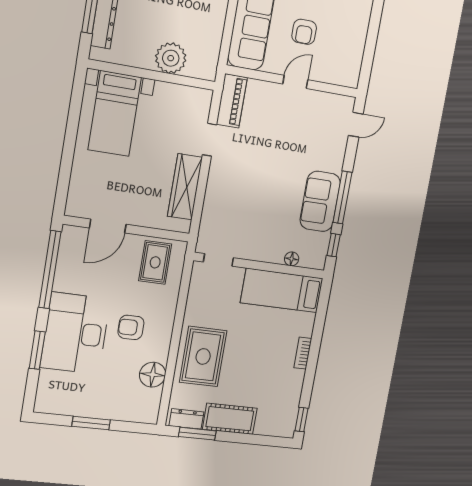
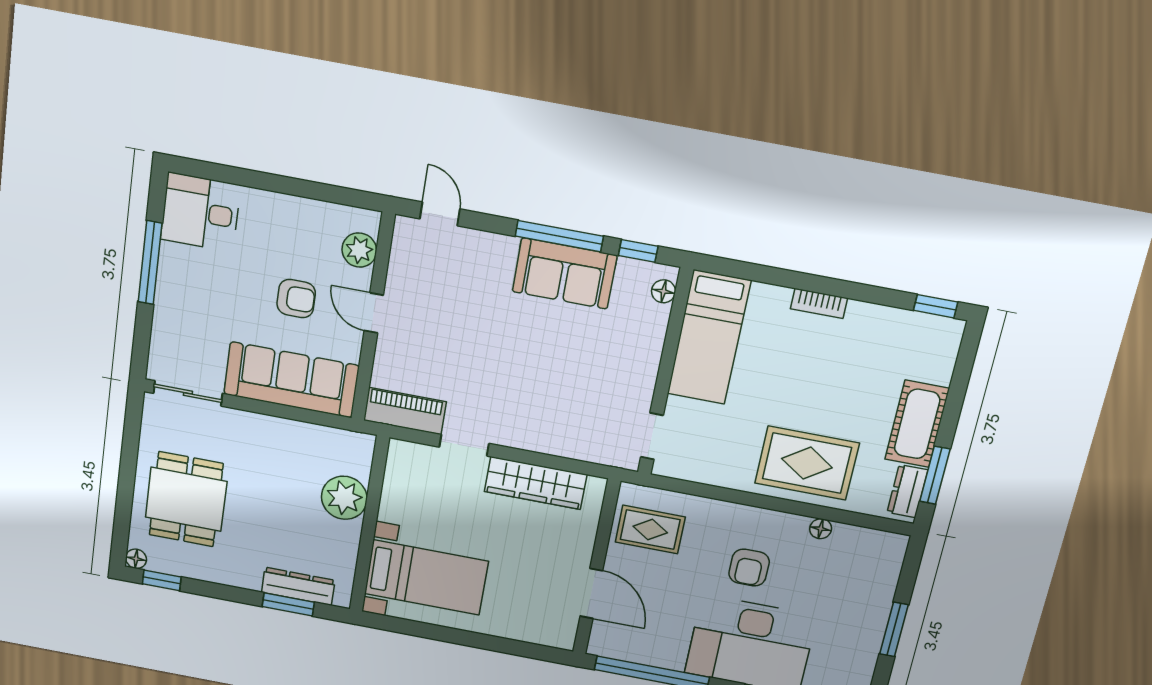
plant: (334, 74) -> (359, 250), added
floor lamp: (292, 259) -> (664, 291), moved
floor lamp: (153, 375) -> (821, 529), width x0.53, depth x0.53

